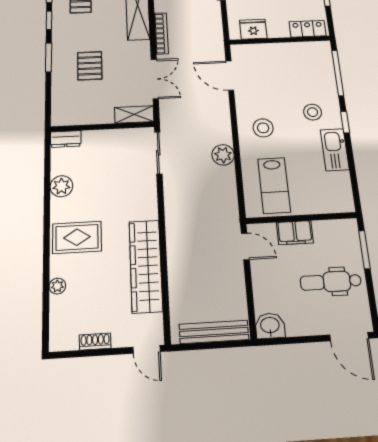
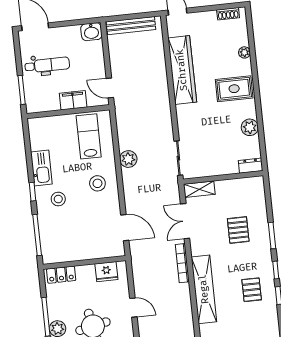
shoe rack: (95, 342) -> (228, 14), moved

